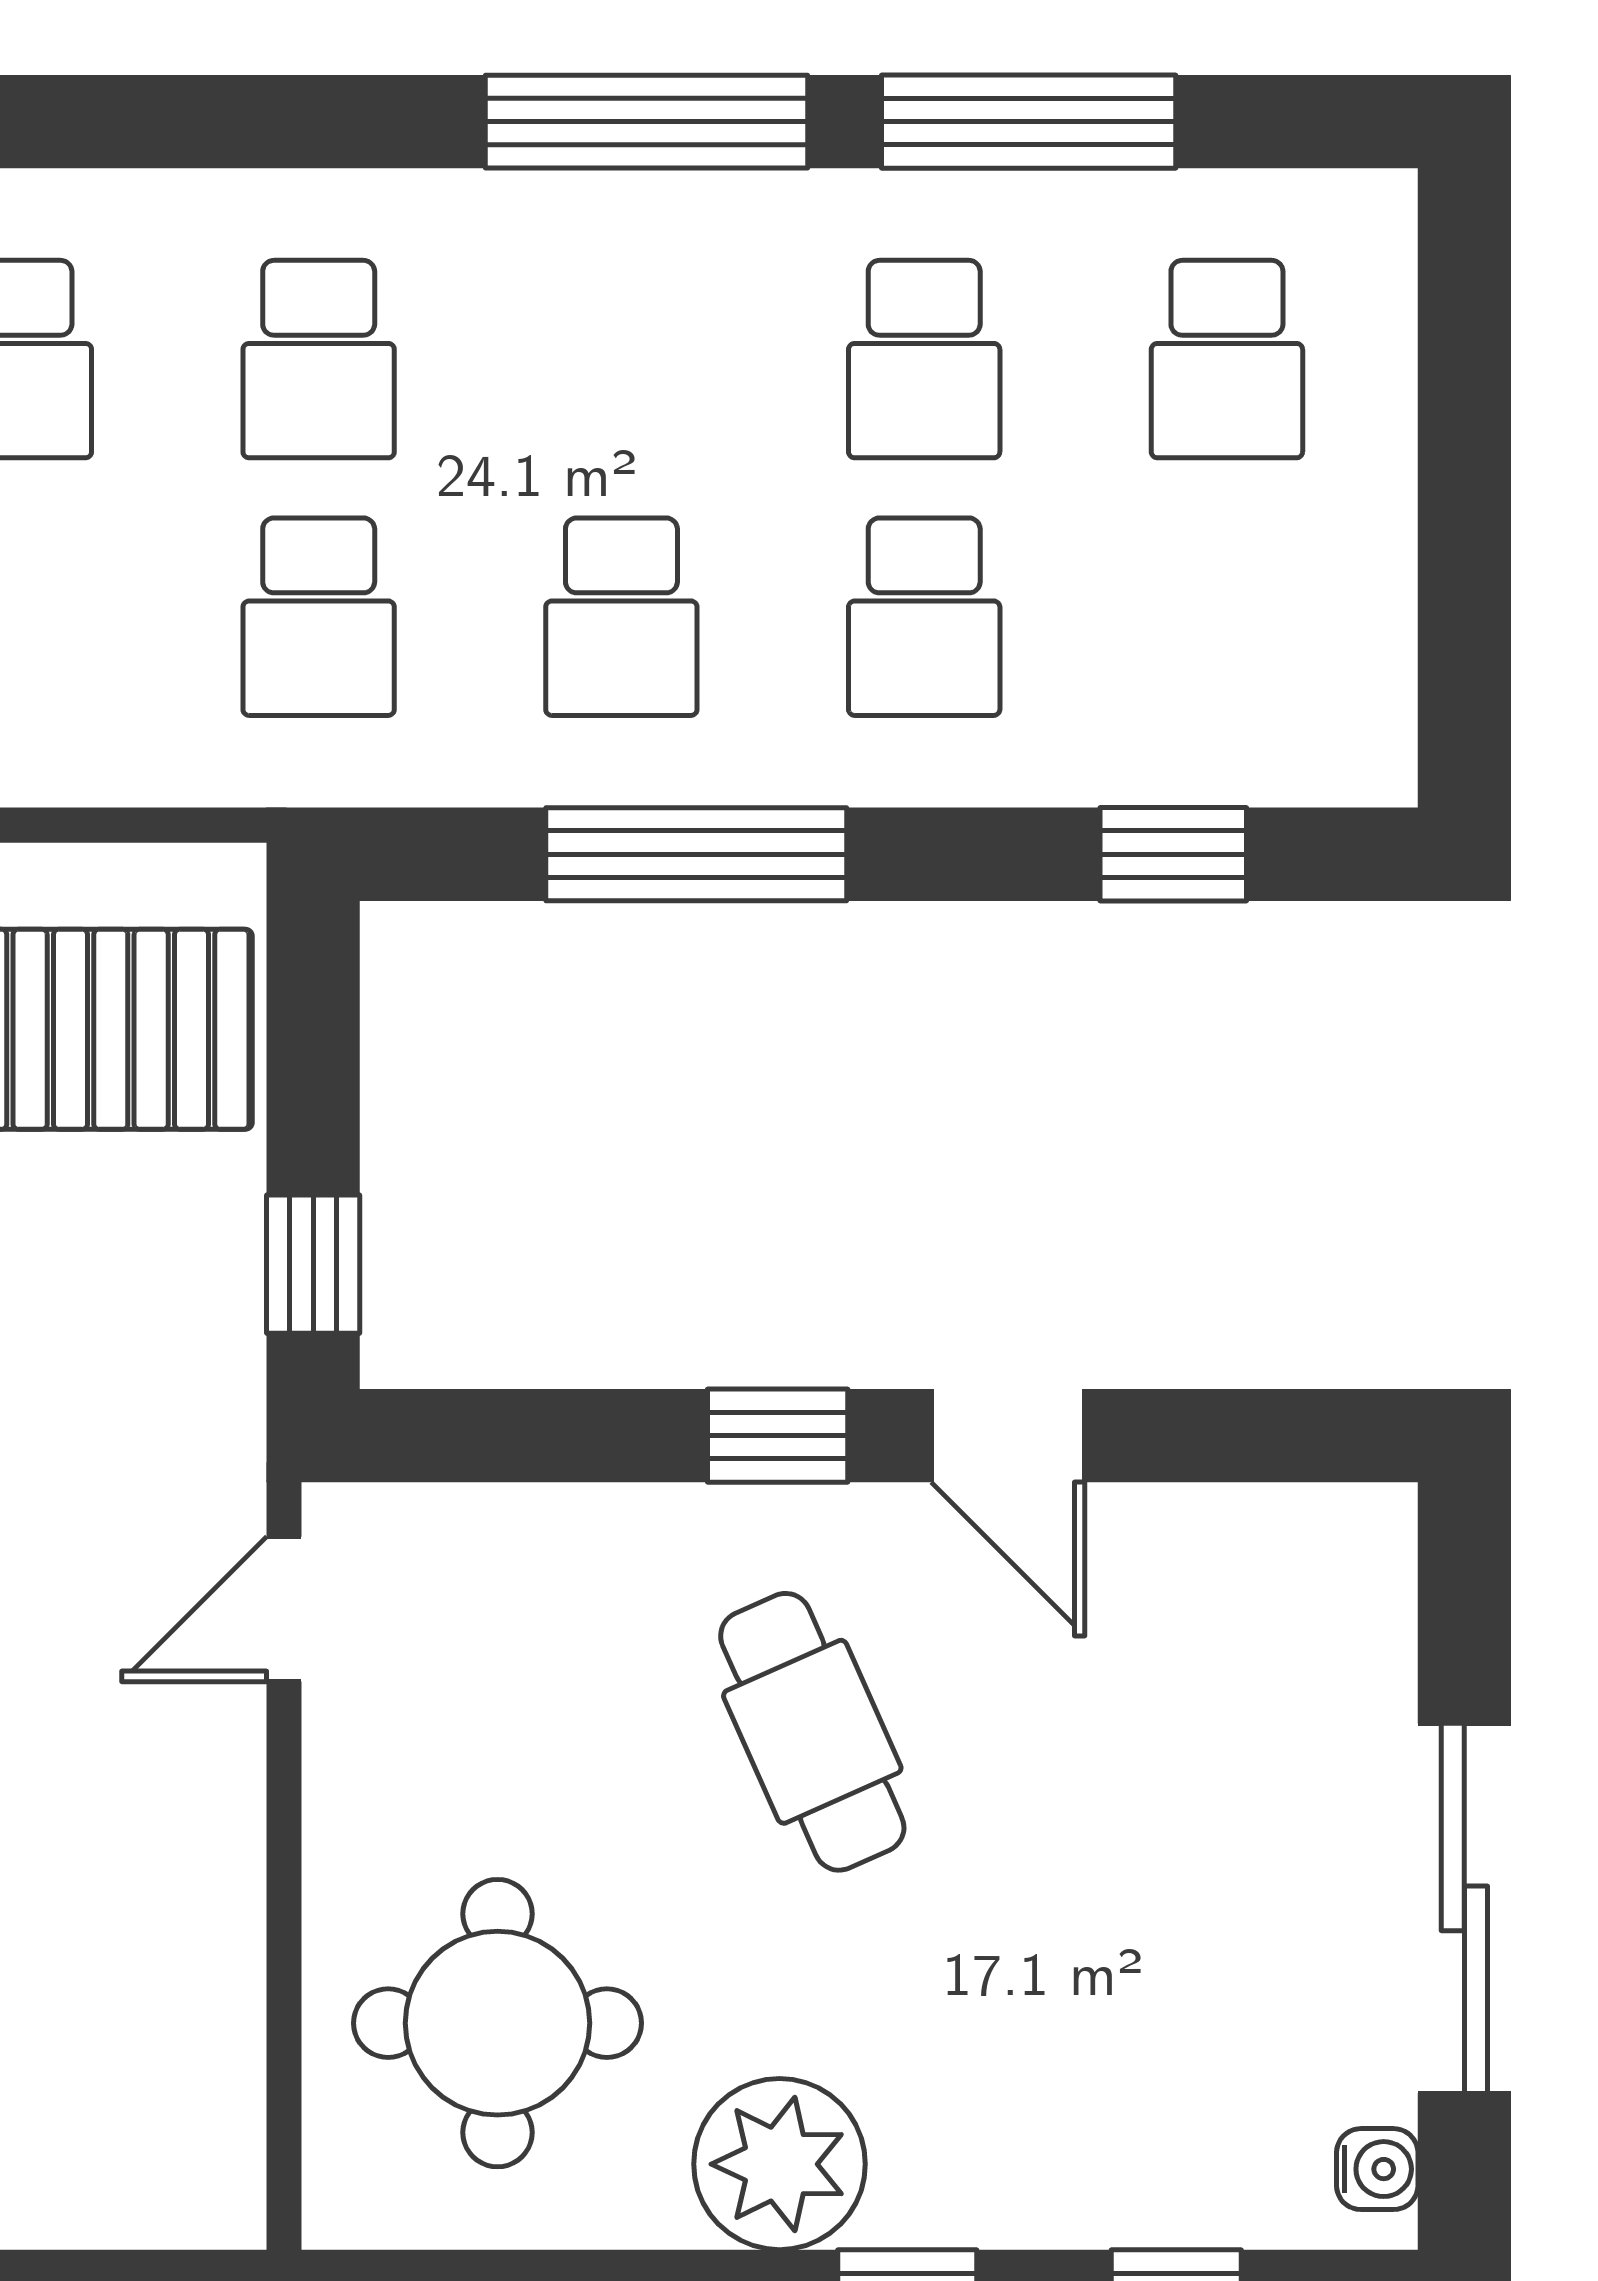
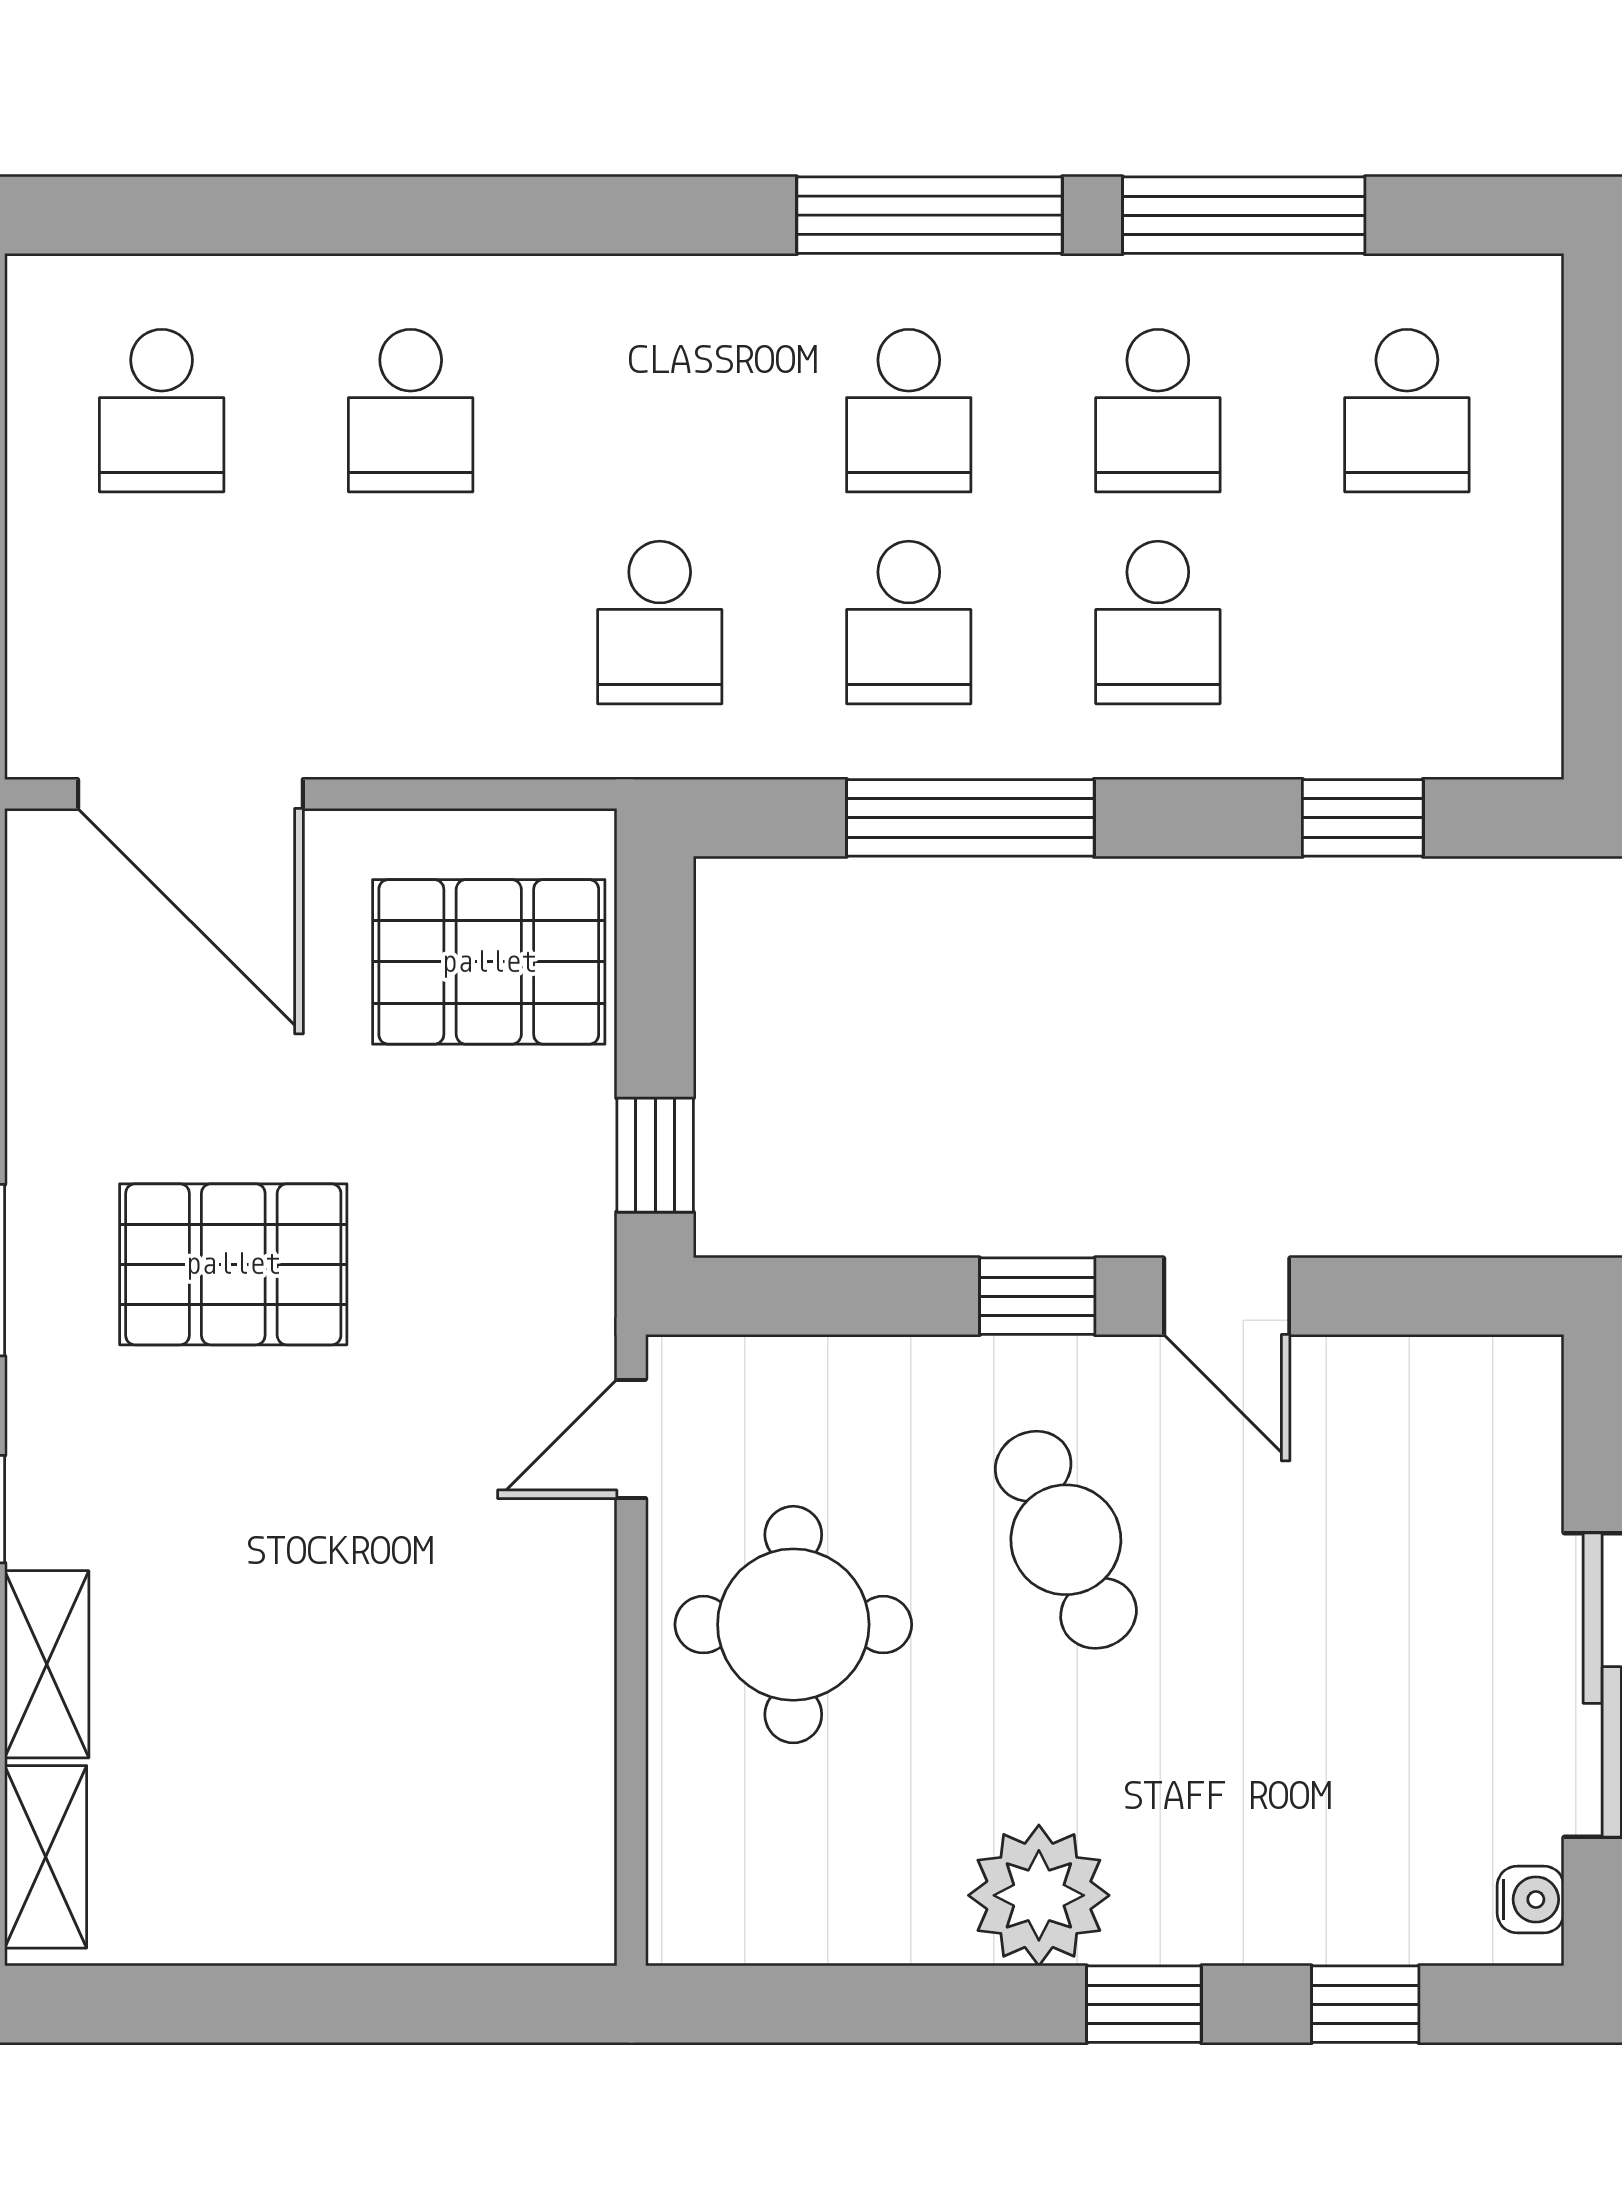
school desk: (319, 359) -> (909, 411), moved
round table: (498, 2023) -> (793, 1625), moved

